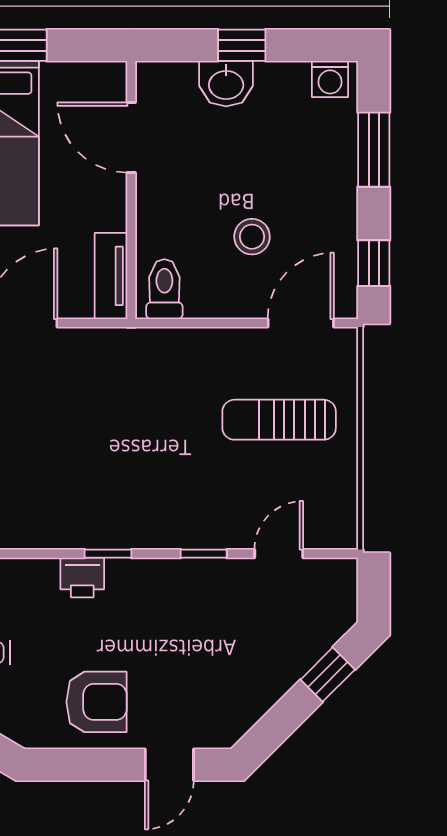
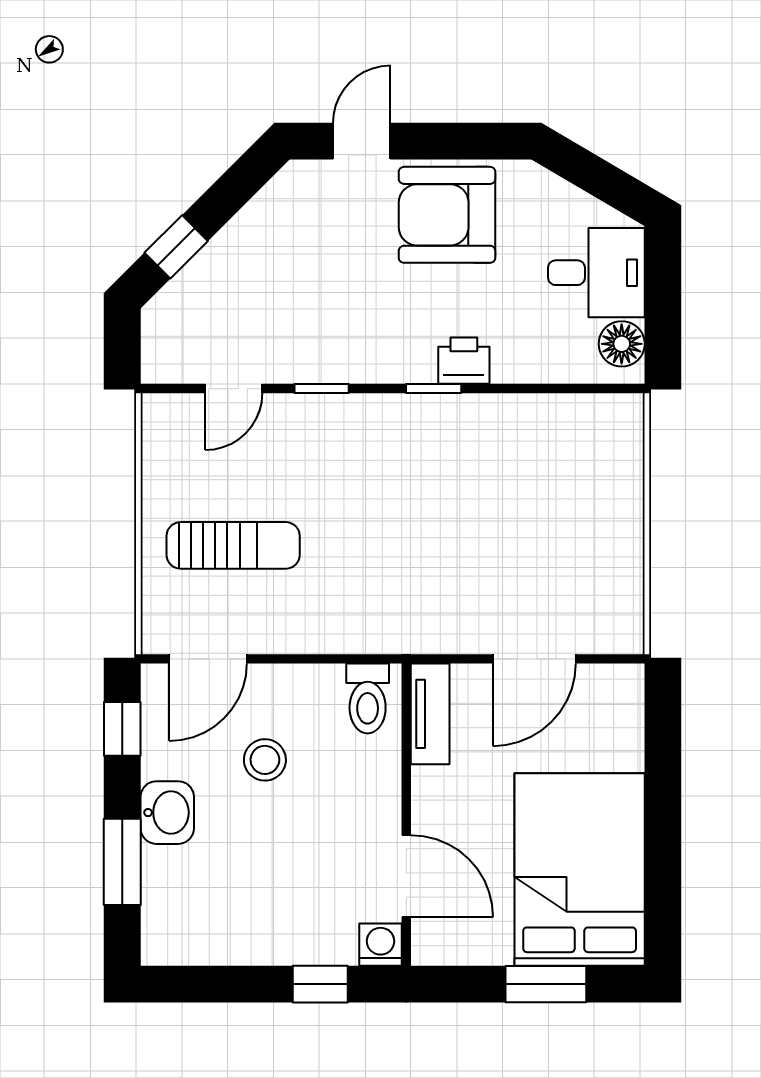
window: (242, 45) -> (320, 984), moved
washing machine: (330, 79) -> (381, 945), moved
washbasin: (226, 84) -> (167, 813), moved, turned 90
armchair: (97, 702) -> (447, 215), width x1.36, depth x1.36

